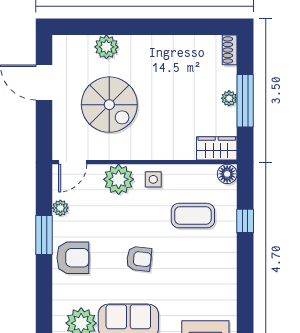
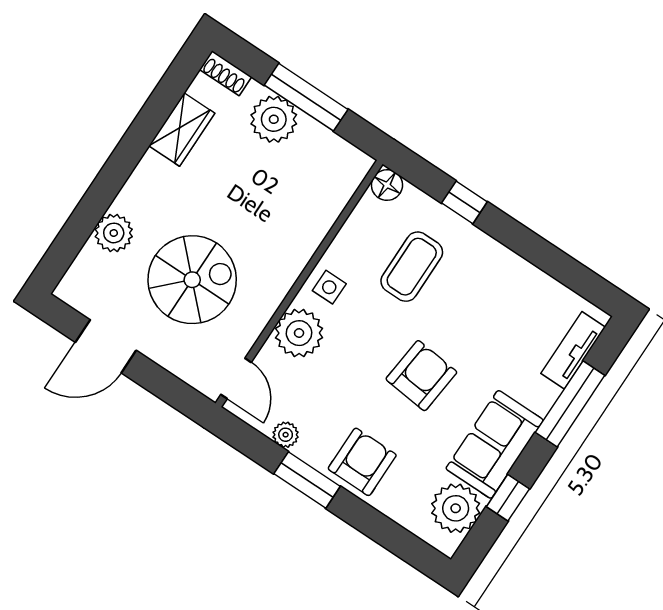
plant: (229, 98) -> (274, 119), width x1.88, depth x1.88
wardrobe: (217, 148) -> (182, 130), moved, turned 180
armchair: (139, 259) -> (421, 376), width x1.38, depth x1.38

